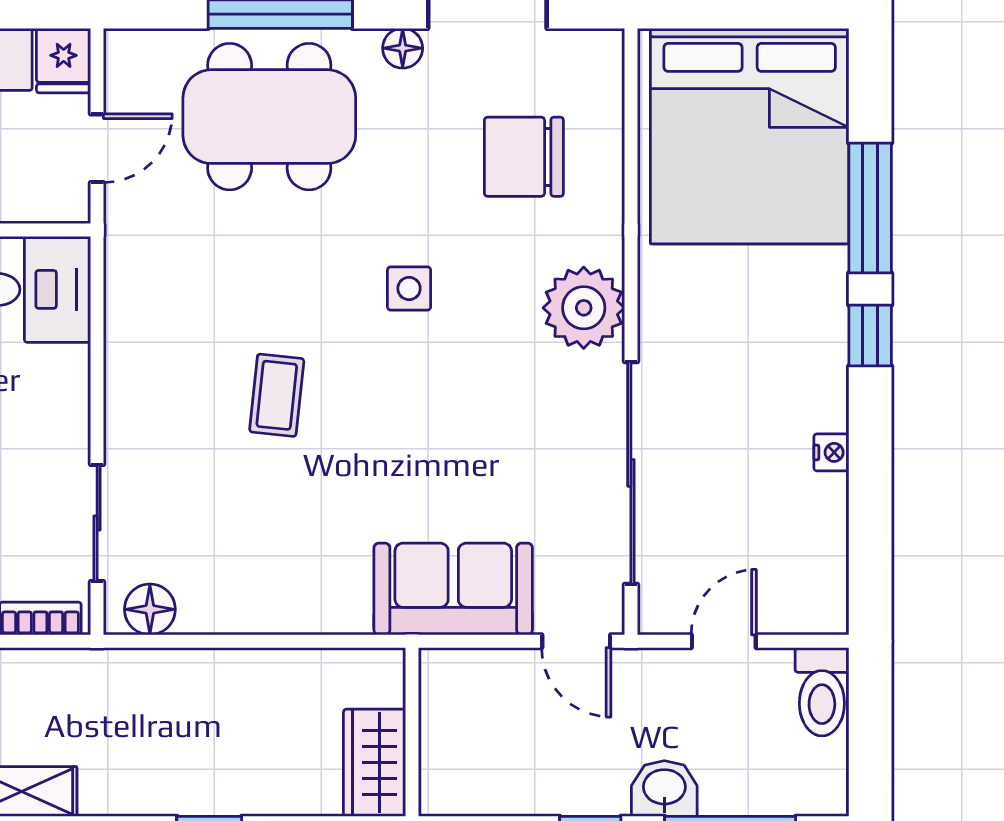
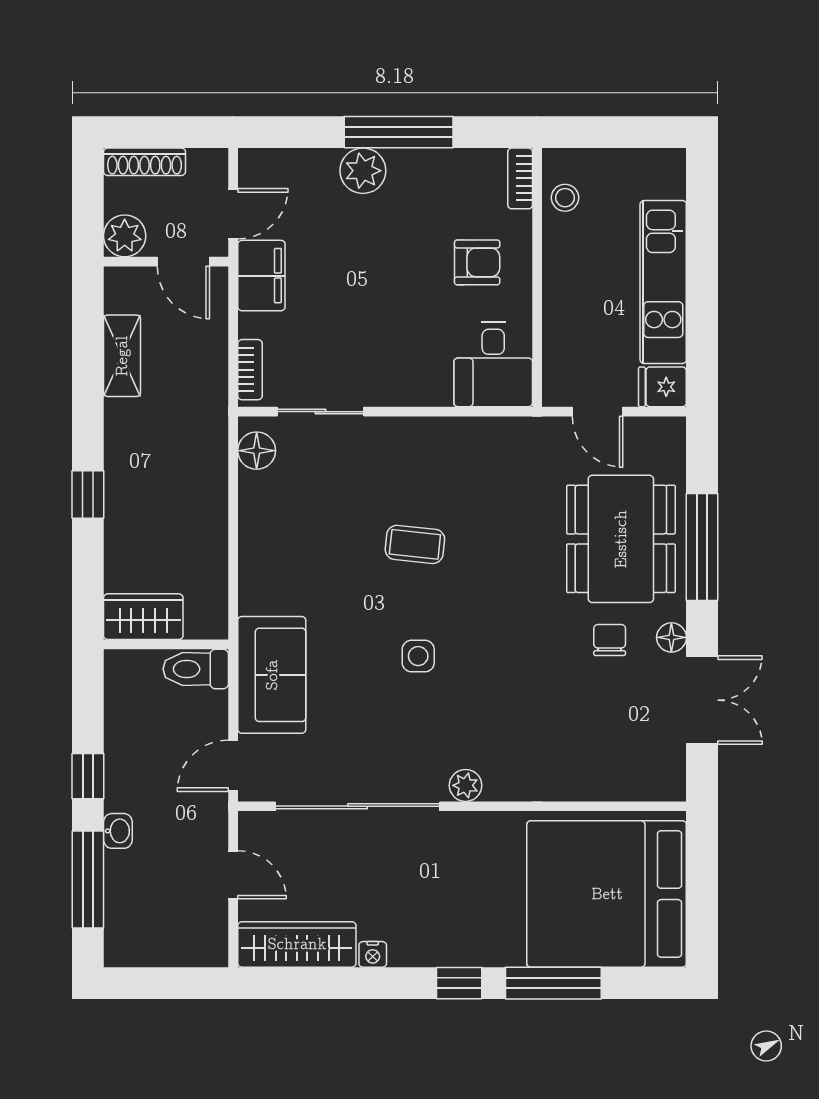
chair: (524, 157) -> (610, 640), moved, width x0.54, depth x0.54
side table: (409, 288) -> (418, 656), moved
plant: (584, 308) -> (466, 785), width x0.53, depth x0.53
wardrobe: (818, 555) -> (297, 944), added
toilet: (822, 692) -> (196, 669), moved
washbasin: (664, 789) -> (118, 831), width x0.72, depth x0.69

